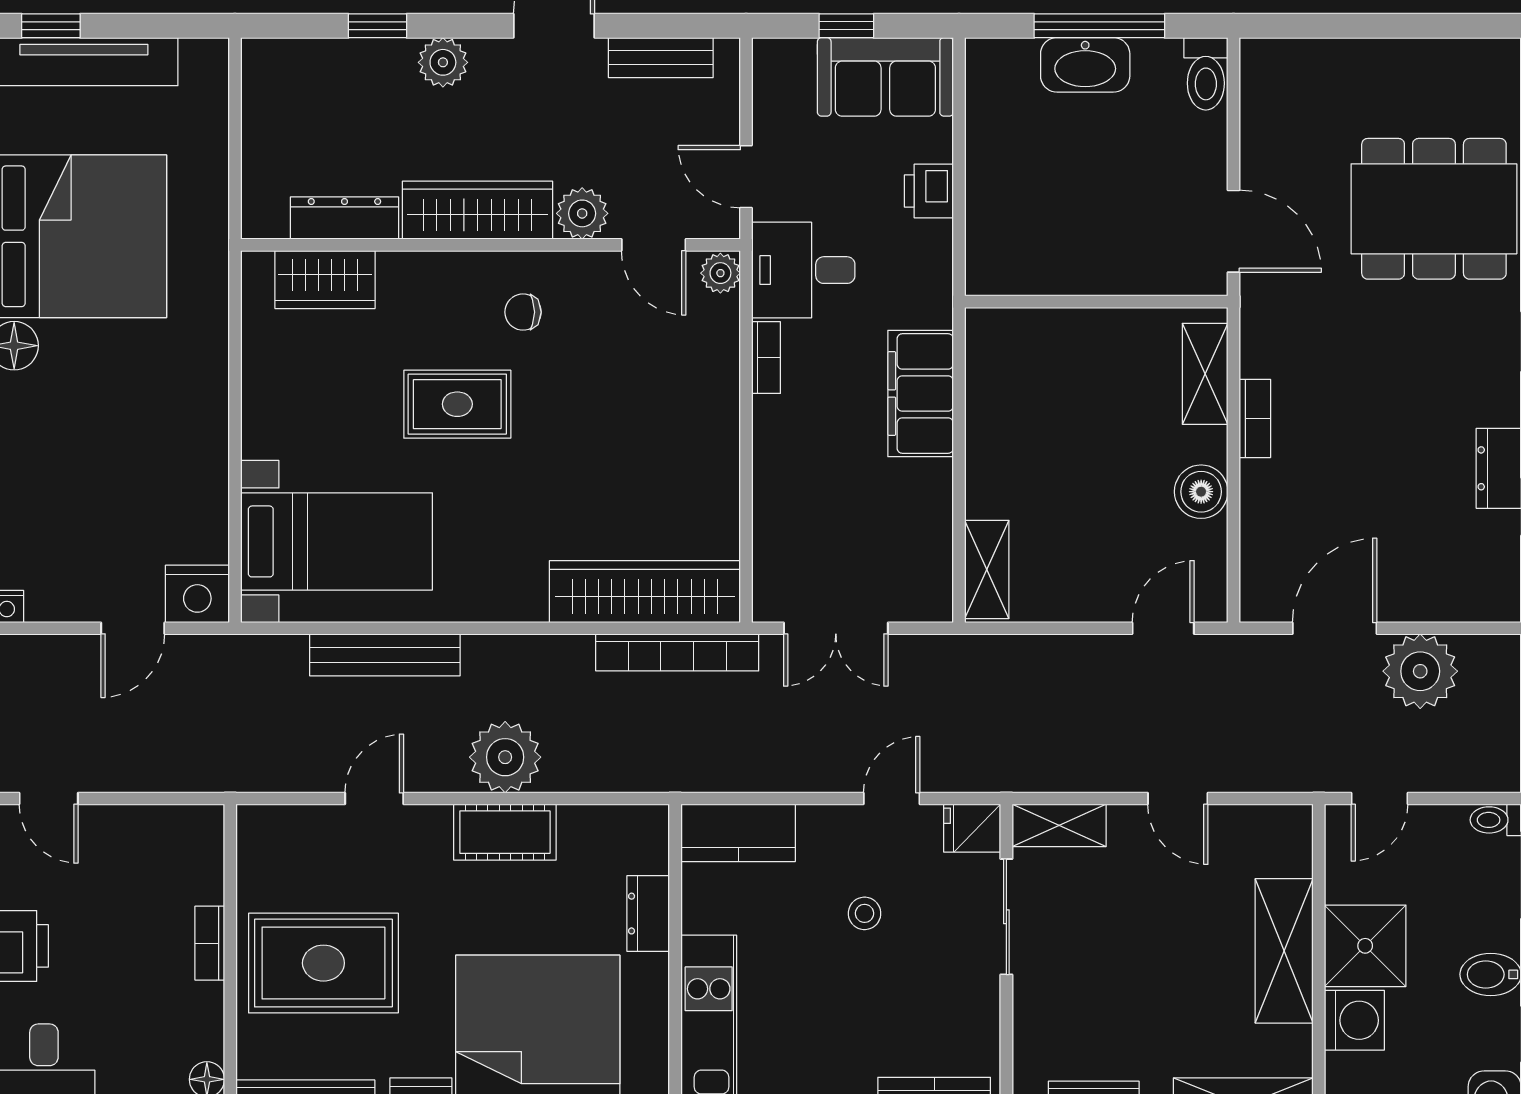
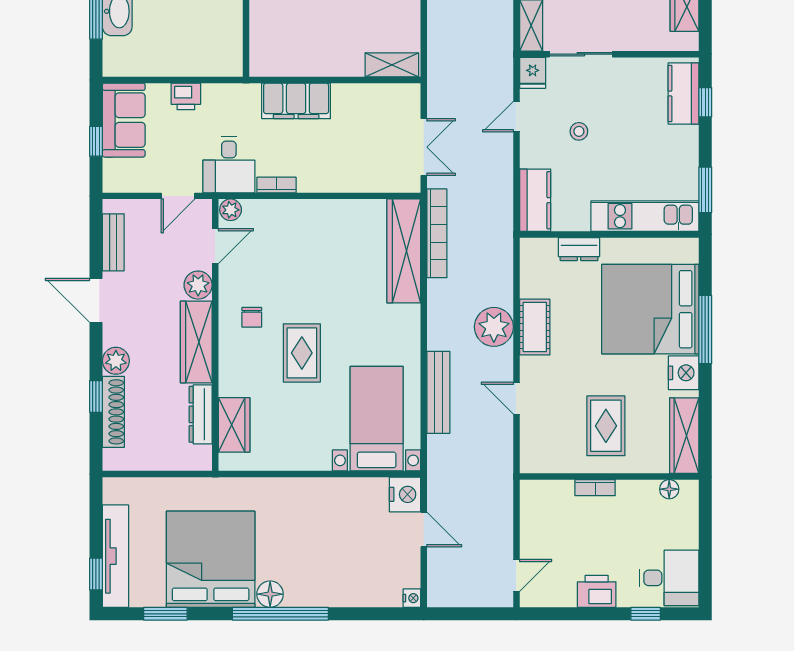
shoe rack: (349, 58) -> (113, 412), added
door: (892, 799) -> (516, 117), hinge flipped
rug: (323, 963) -> (606, 426), width x0.73, depth x0.70

